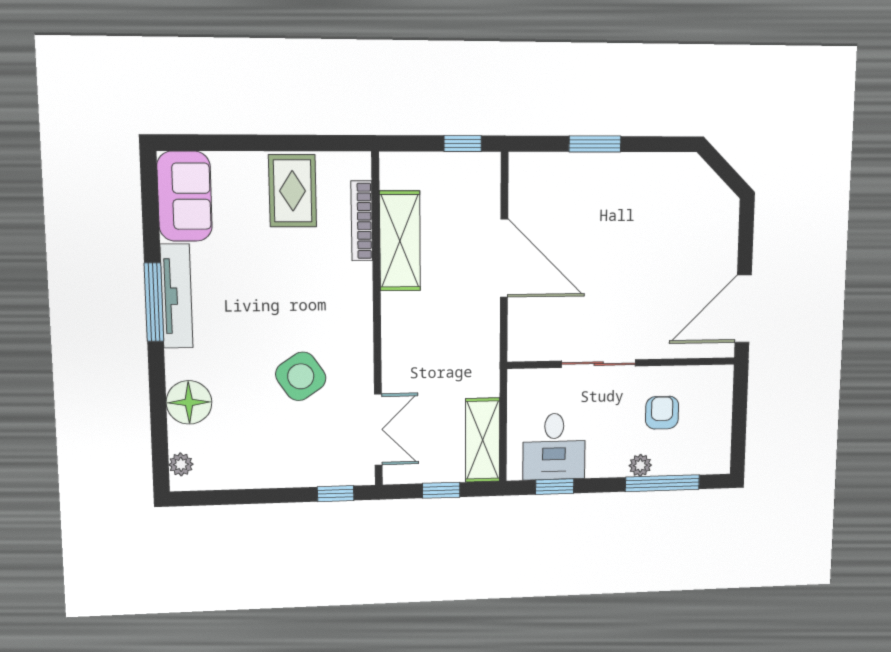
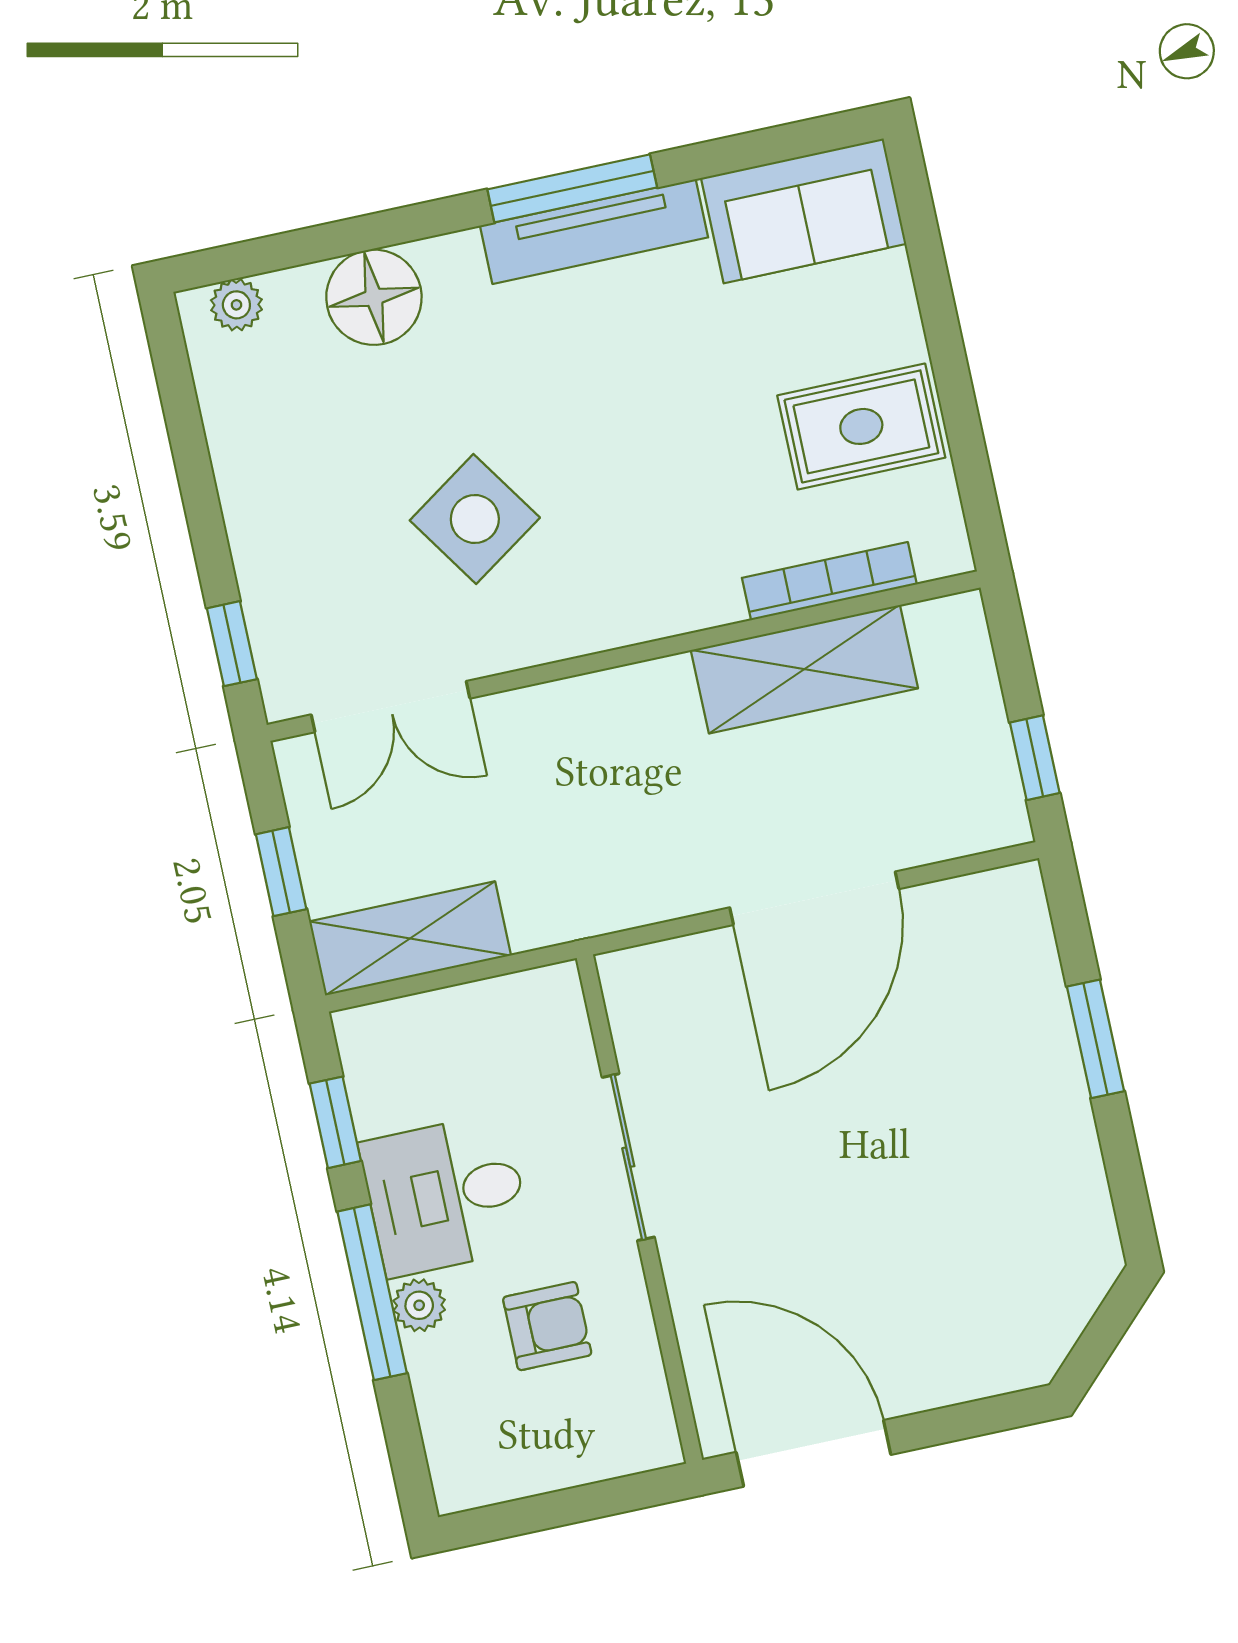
desk: (554, 447) -> (446, 1195), moved
window: (662, 483) -> (372, 1292), moved

